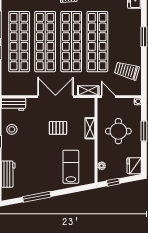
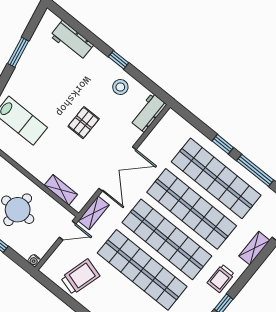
pallet: (58, 128) -> (84, 123), moved
shelving: (90, 128) -> (61, 190), moved
window: (37, 197) -> (18, 52), width x0.69

